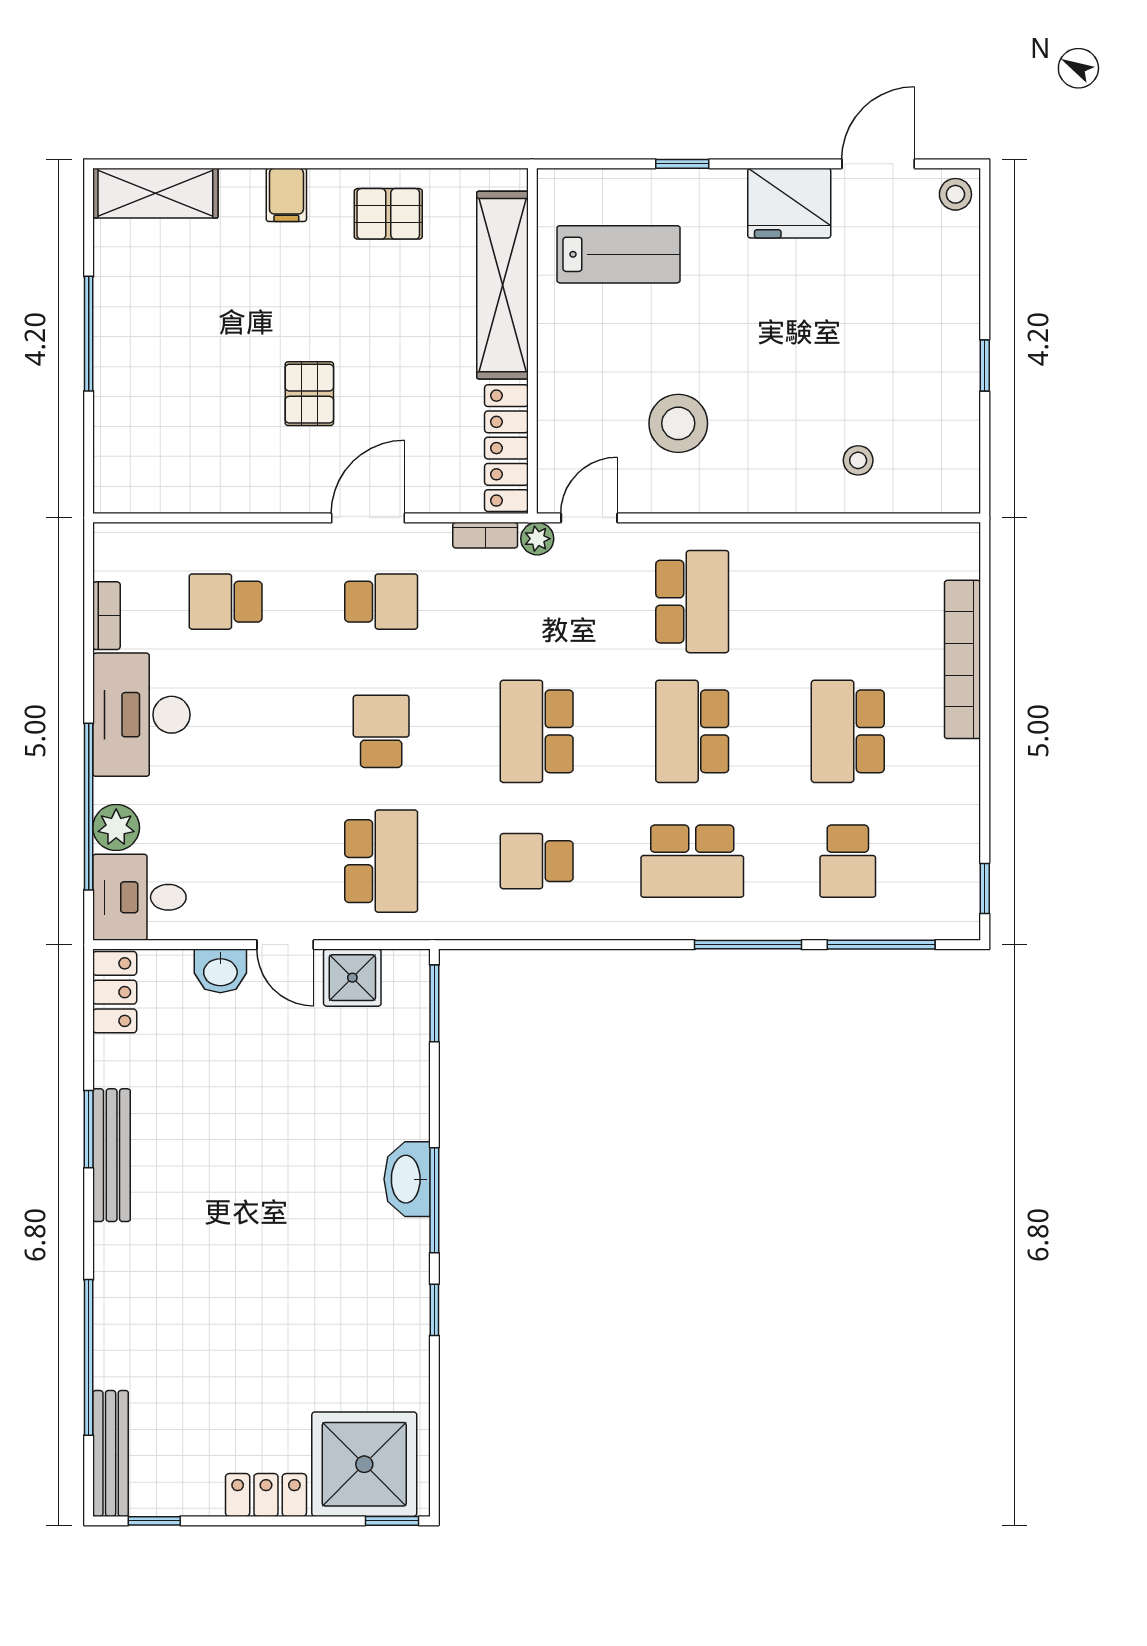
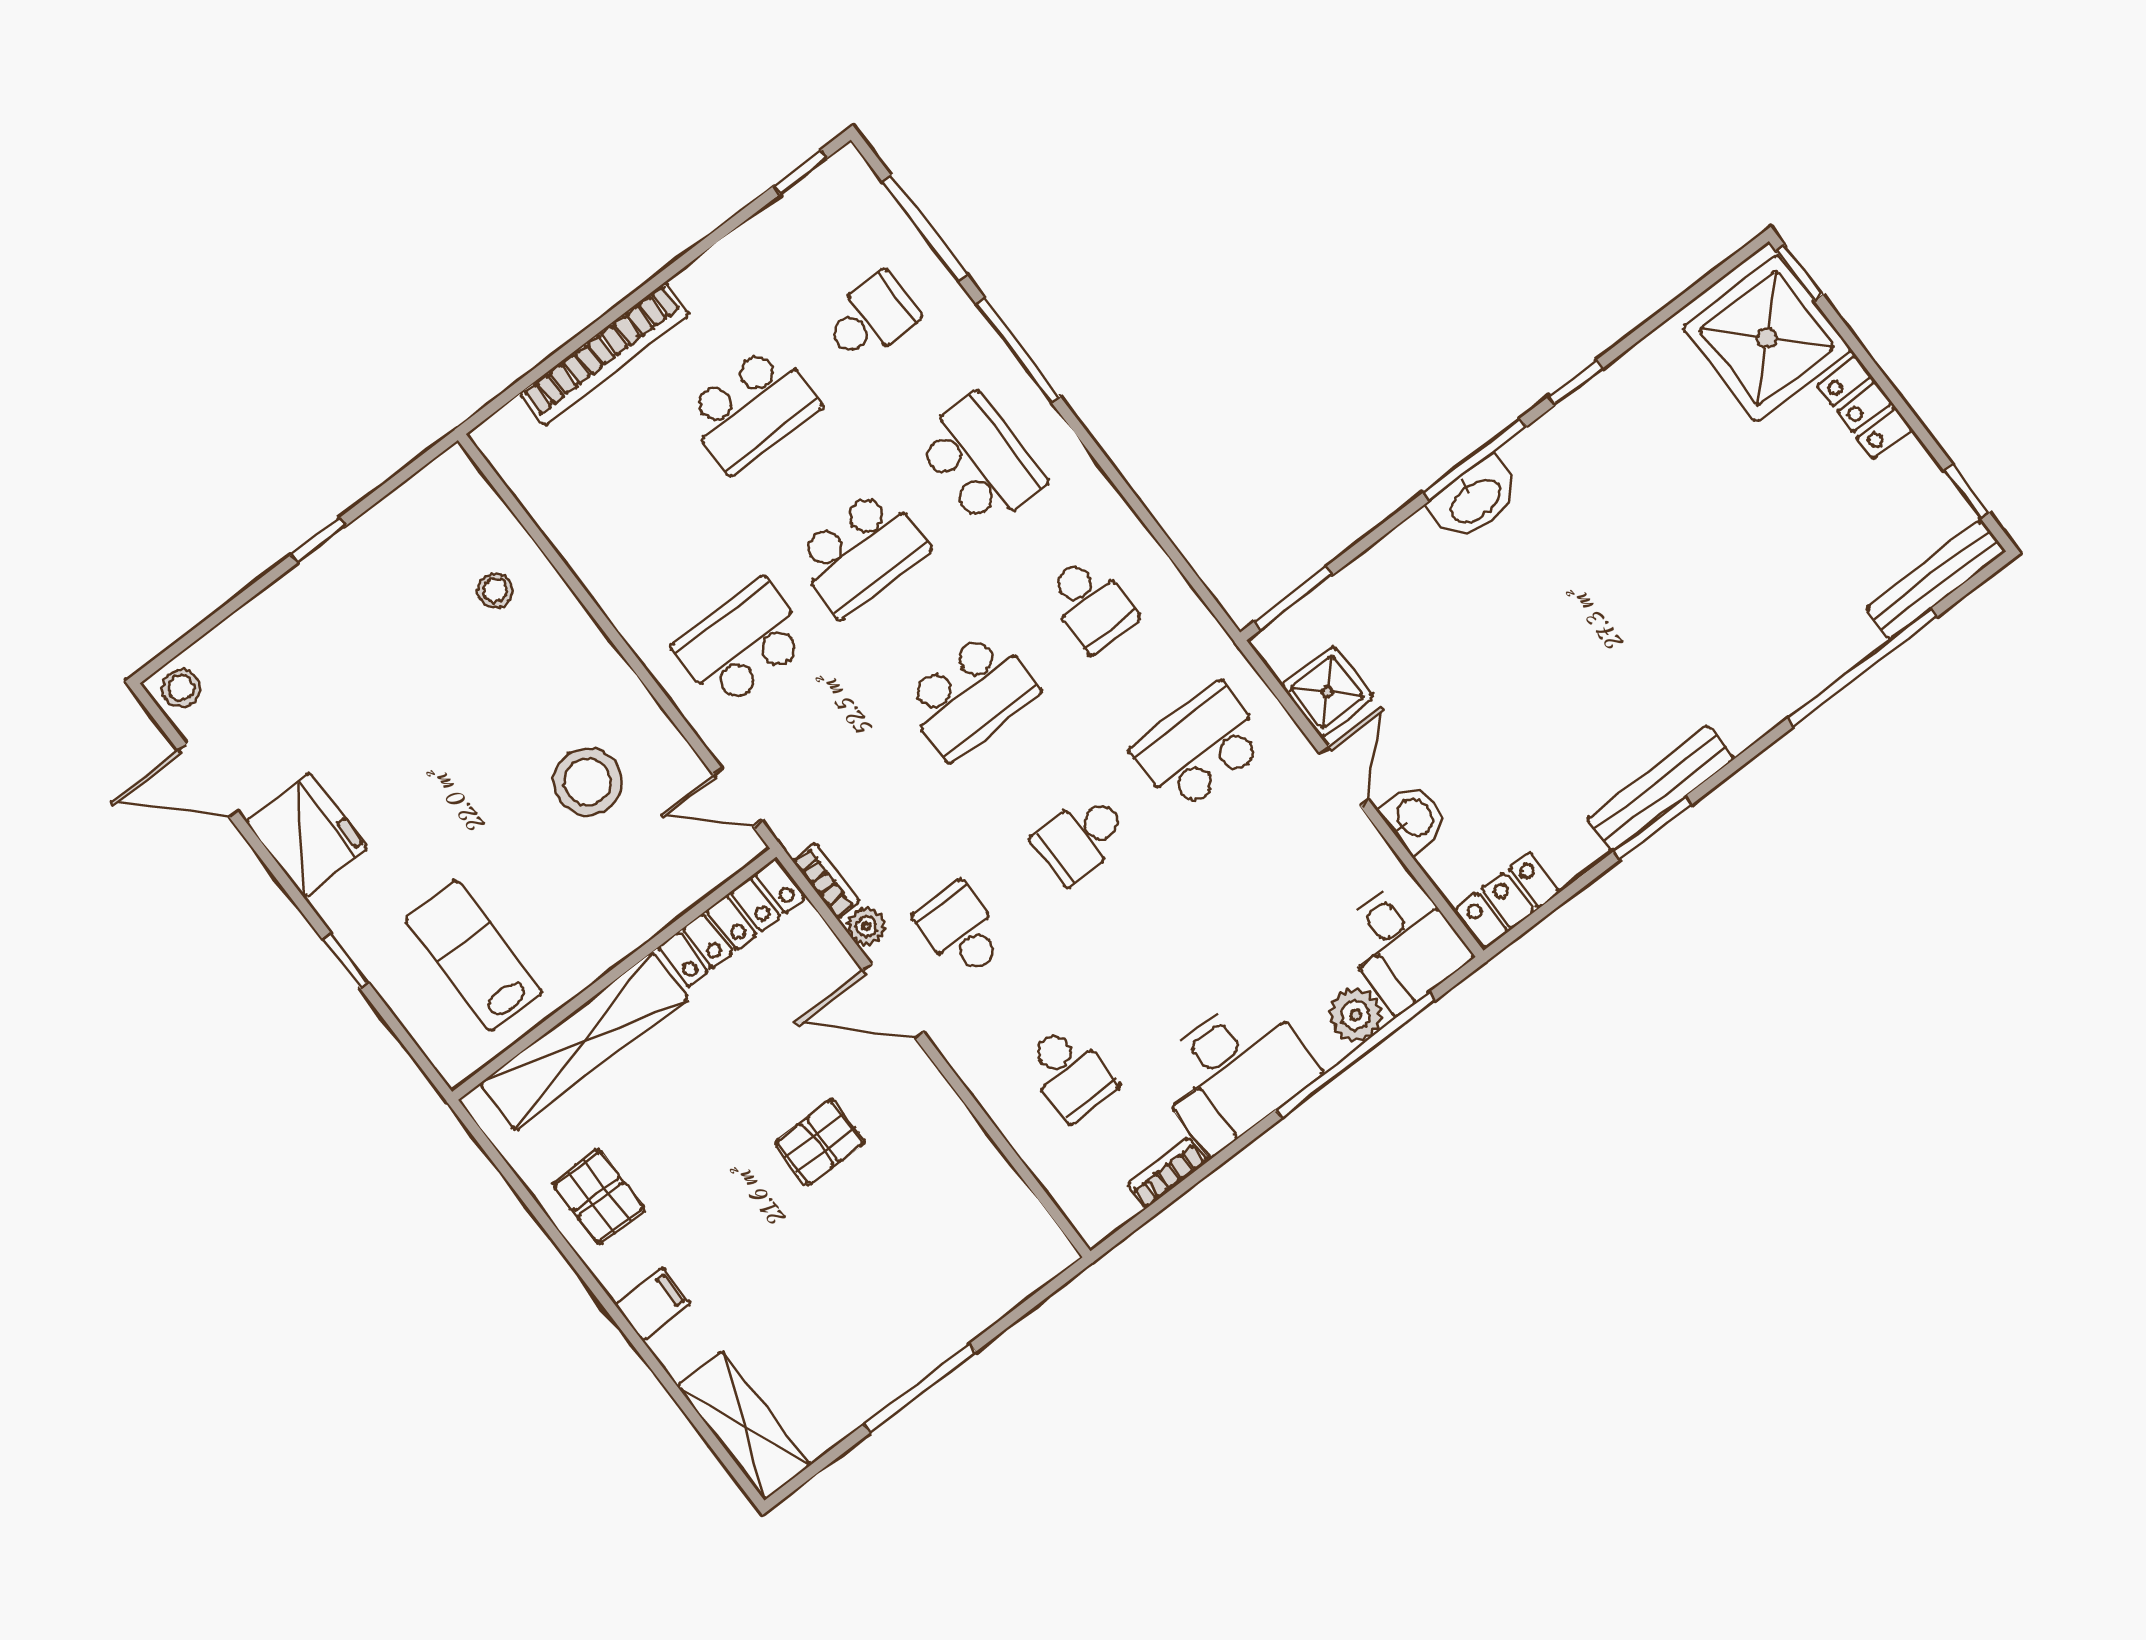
plant: (537, 539) -> (866, 926), moved

